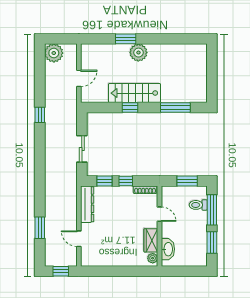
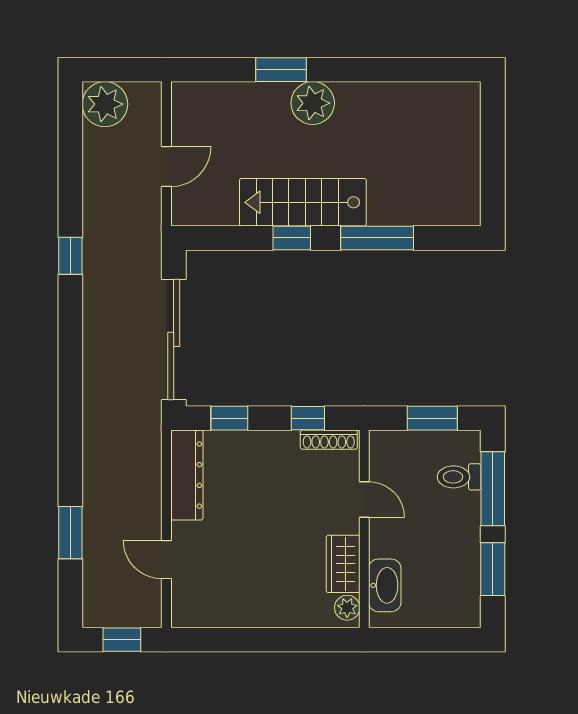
window: (175, 108) -> (377, 238), moved
sliding door: (82, 149) -> (174, 339), width x1.86
window: (126, 181) -> (308, 418), moved

